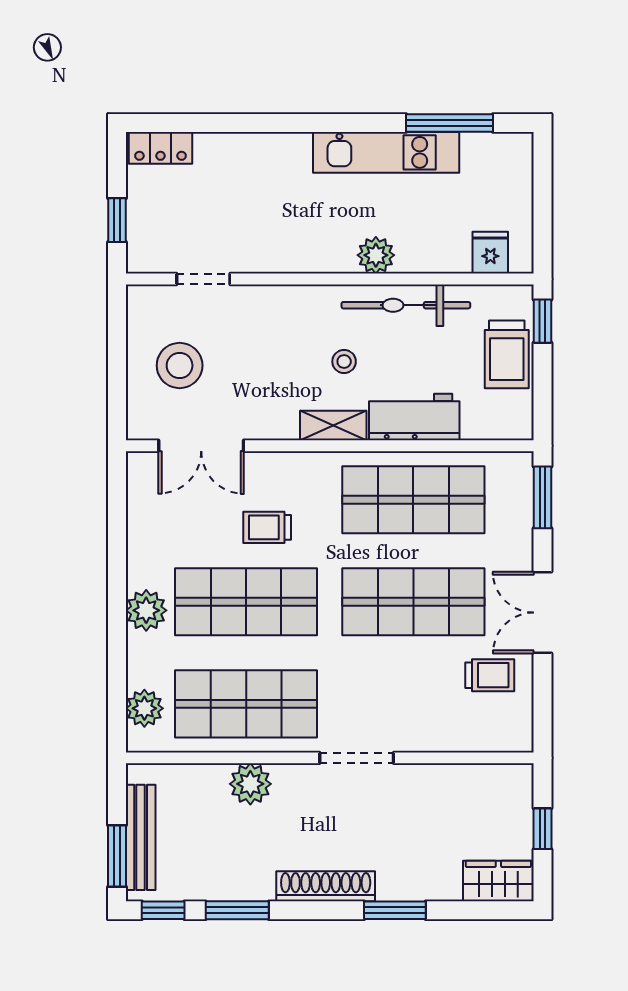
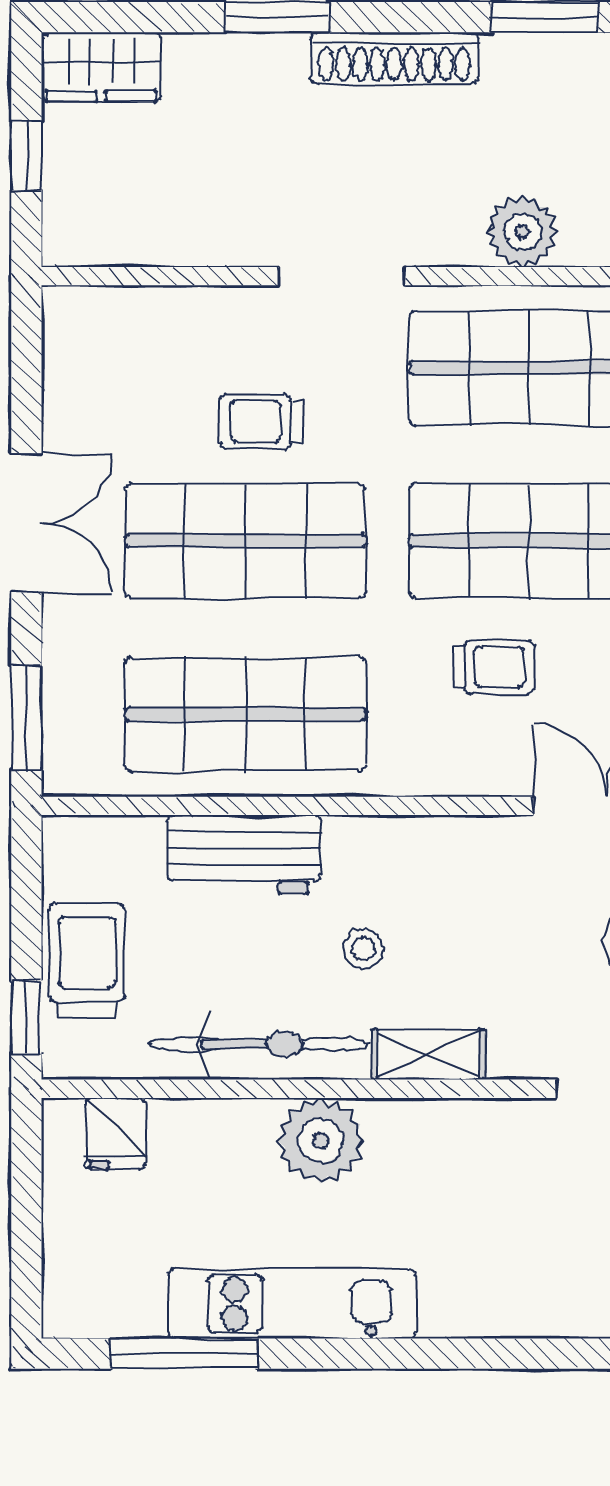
plant: (376, 255) -> (321, 1141), width x1.36, depth x1.36
shelving: (333, 426) -> (429, 1054), moved
trolley: (490, 675) -> (261, 422), moved

